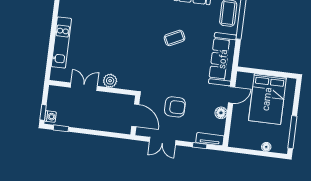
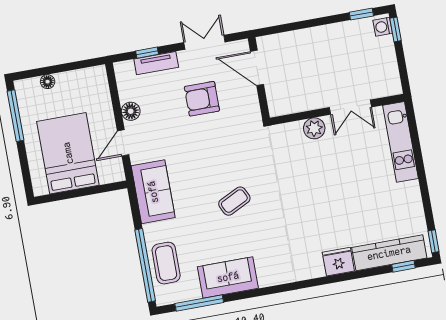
sofa: (223, 59) -> (153, 192), width x0.73
plant: (110, 81) -> (314, 128), moved
double door: (84, 87) -> (350, 107), moved
wall: (92, 88) -> (337, 110), moved
tv unit: (210, 139) -> (156, 63), moved

